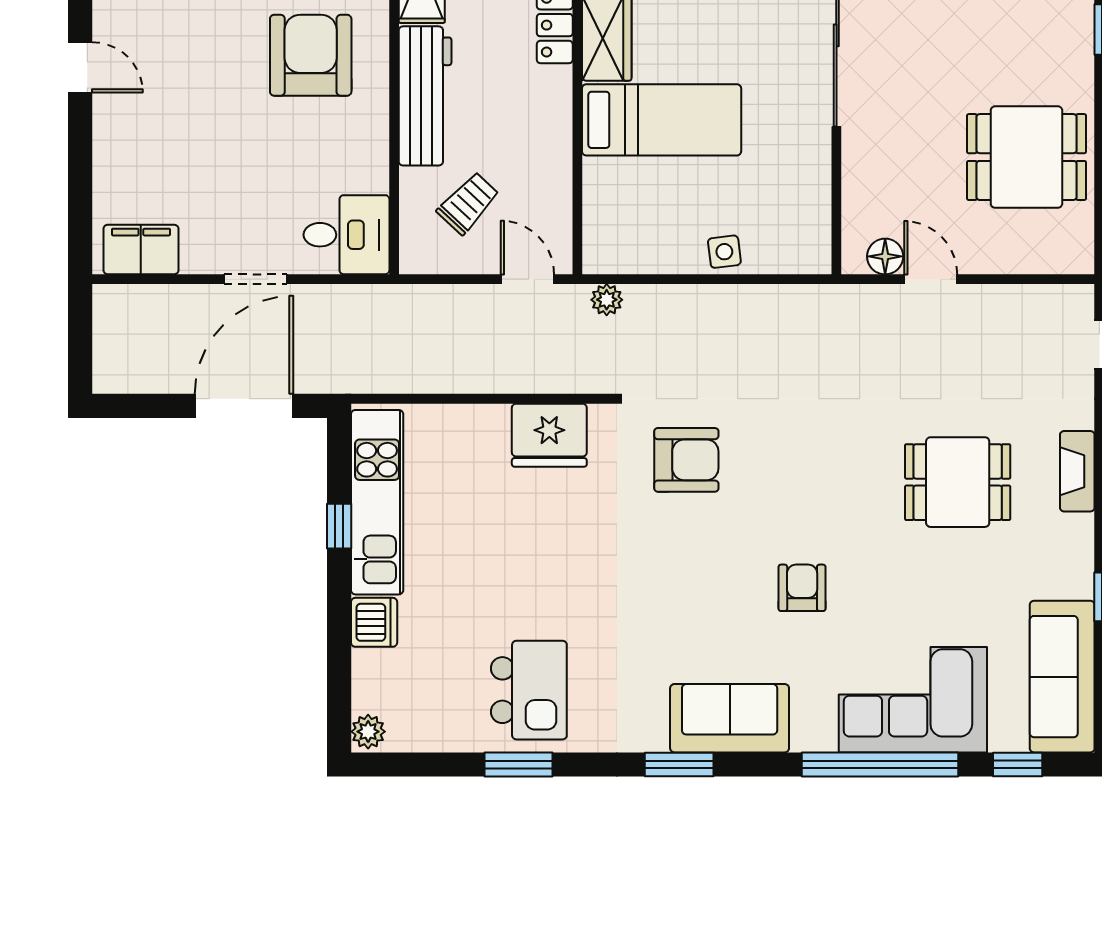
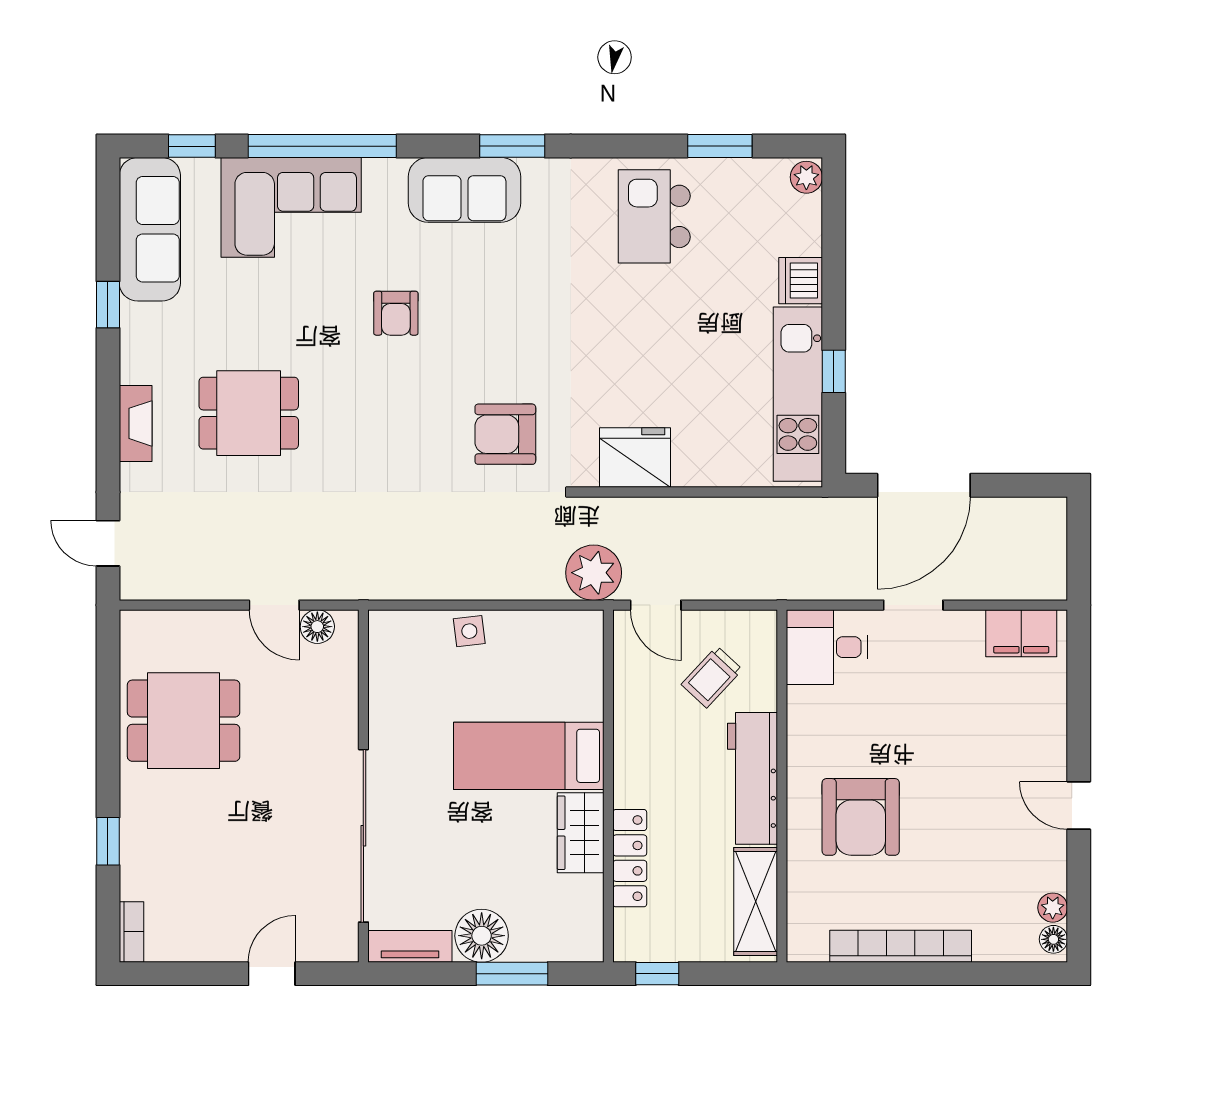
plant: (607, 300) -> (594, 573), width x1.87, depth x1.87
window: (518, 764) -> (720, 146), moved

